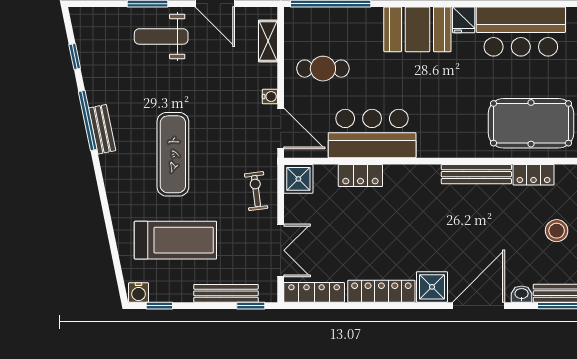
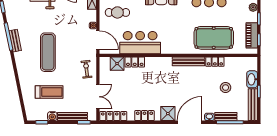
shower: (298, 179) -> (117, 64), moved
treadmill: (175, 240) -> (49, 92), width x0.73, depth x0.73
locker: (381, 291) -> (144, 116), width x0.66
water cooler: (139, 292) -> (52, 116), moved

